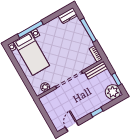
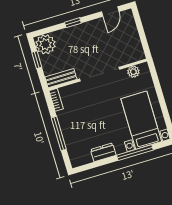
dresser: (68, 16) -> (103, 152), moved

